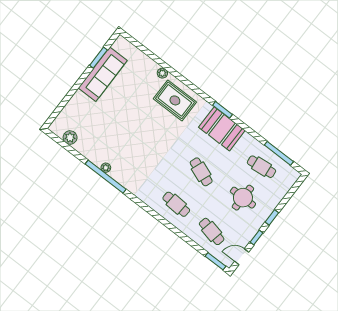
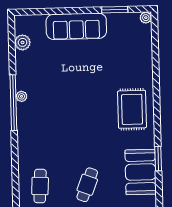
plant: (162, 73) -> (146, 18), moved
sofa: (103, 74) -> (76, 26), moved

